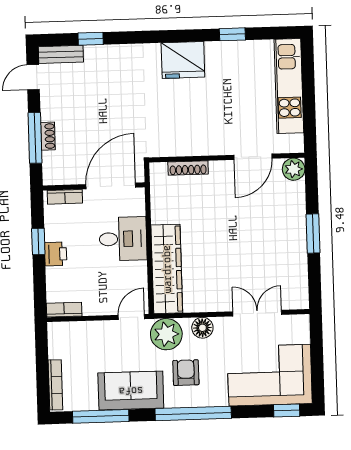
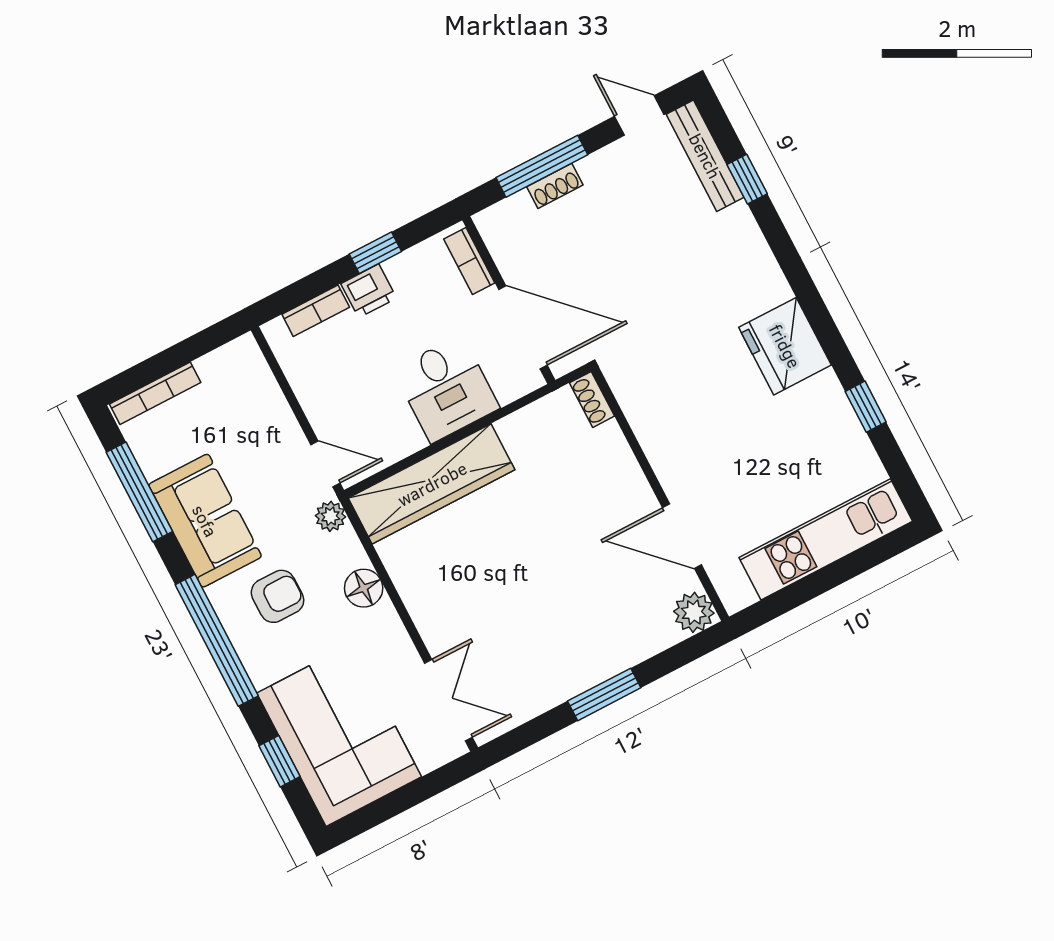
bench: (61, 54) -> (705, 156), width x1.36
shoe rack: (188, 168) -> (592, 399), moved, width x0.70
bookcase: (64, 310) -> (316, 311), moved, turned 90
double door: (257, 313) -> (448, 700), moved
plant: (166, 334) -> (330, 516), width x0.53, depth x0.53
window: (287, 411) -> (280, 761), moved

